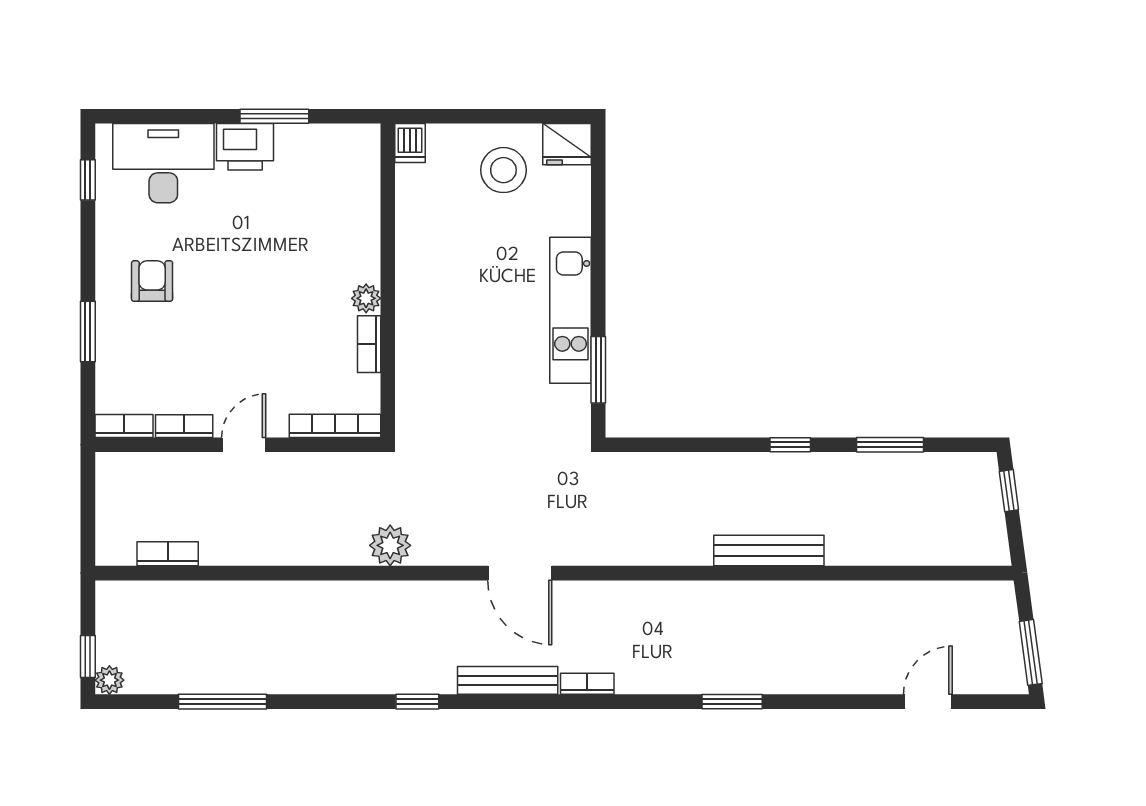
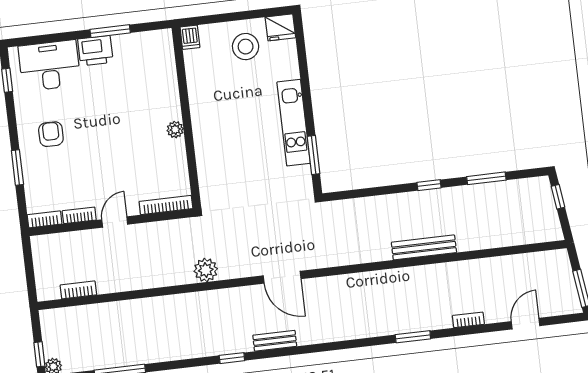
bookcase: (369, 344) -> (180, 156), removed
bench: (508, 680) -> (275, 341), width x0.73
bookcase: (587, 684) -> (468, 320), moved

